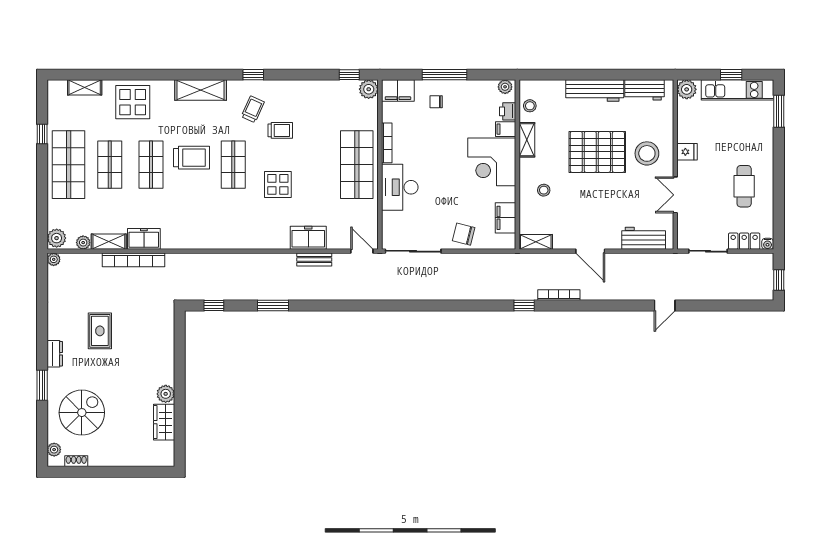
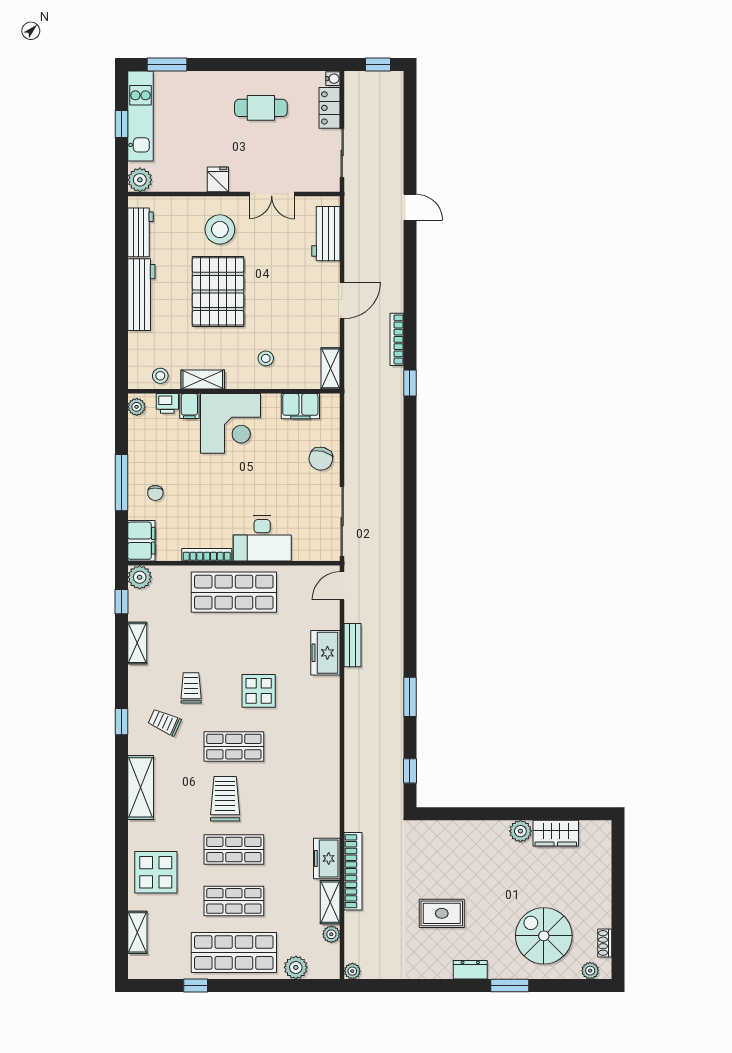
shelving: (316, 87) -> (137, 643), added
plant: (57, 238) -> (296, 967), moved

